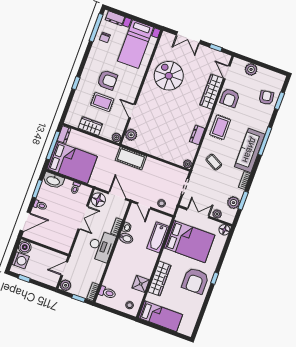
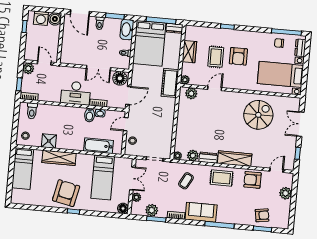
wardrobe: (212, 92) -> (235, 159), moved
plant: (191, 149) -> (193, 156), added
sofa: (250, 150) -> (201, 212), width x0.73
cot: (131, 158) -> (170, 83), moved
bed: (189, 242) -> (103, 177), width x0.67
armchair: (195, 281) -> (66, 193), turned 102

